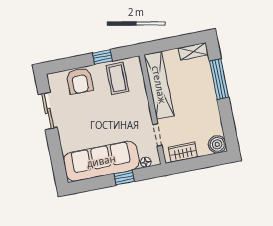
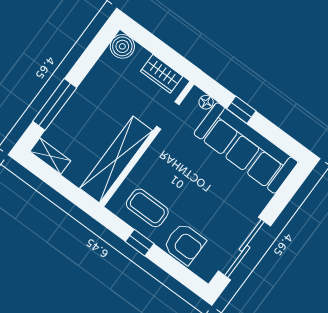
coffee table: (117, 78) -> (147, 208), turned 90
armchair: (80, 81) -> (184, 244), turned 90
sliding door: (48, 111) -> (244, 248), width x1.37

